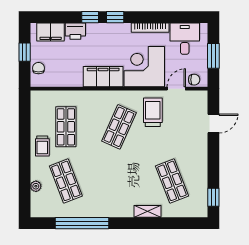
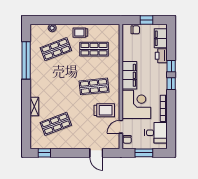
door: (176, 89) -> (121, 127), swing flipped
shop shelf: (119, 127) -> (94, 86), turned -30

